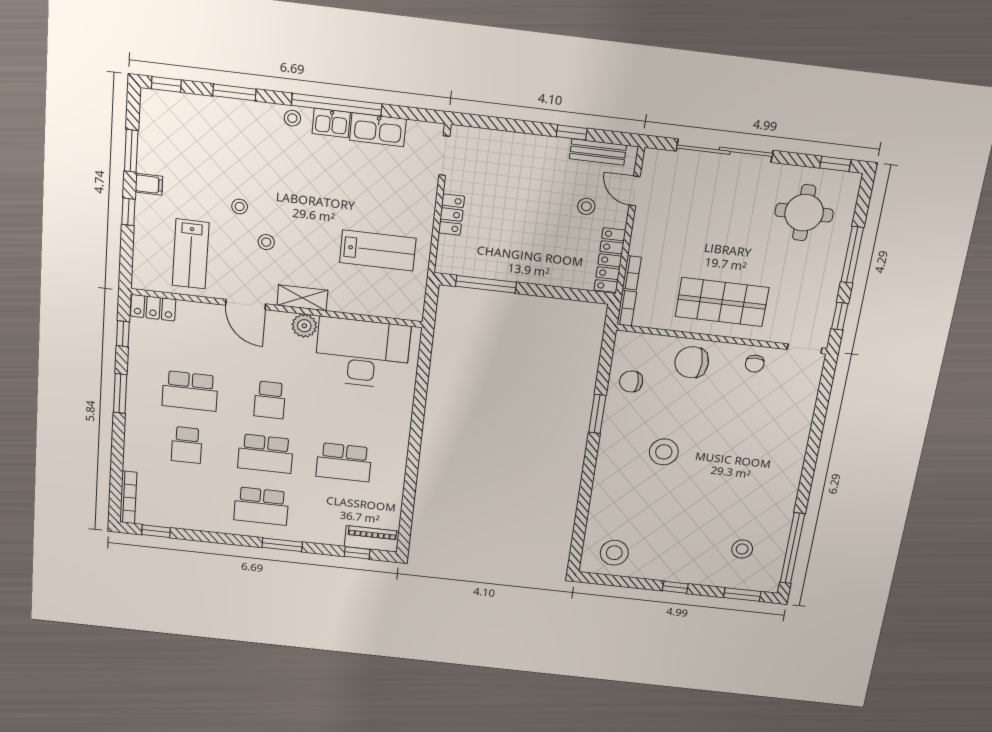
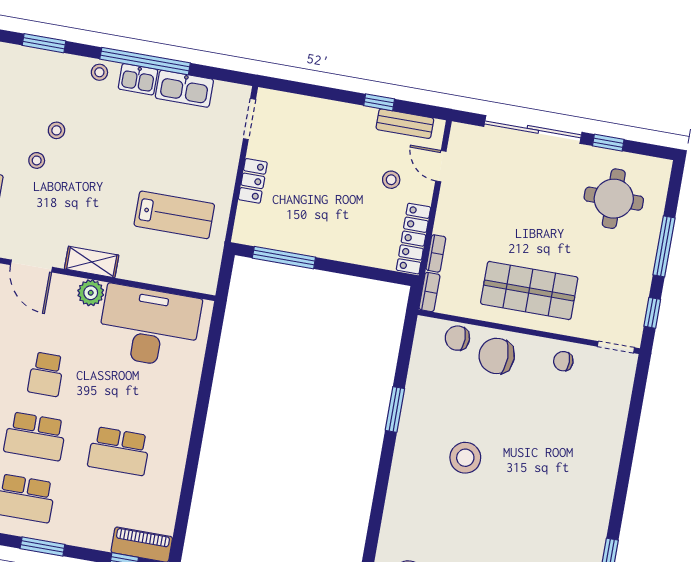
window: (835, 164) -> (608, 143), moved
stool: (266, 242) -> (56, 130), moved
chair: (755, 364) -> (563, 361), turned 90
chair: (631, 381) -> (457, 338), moved

